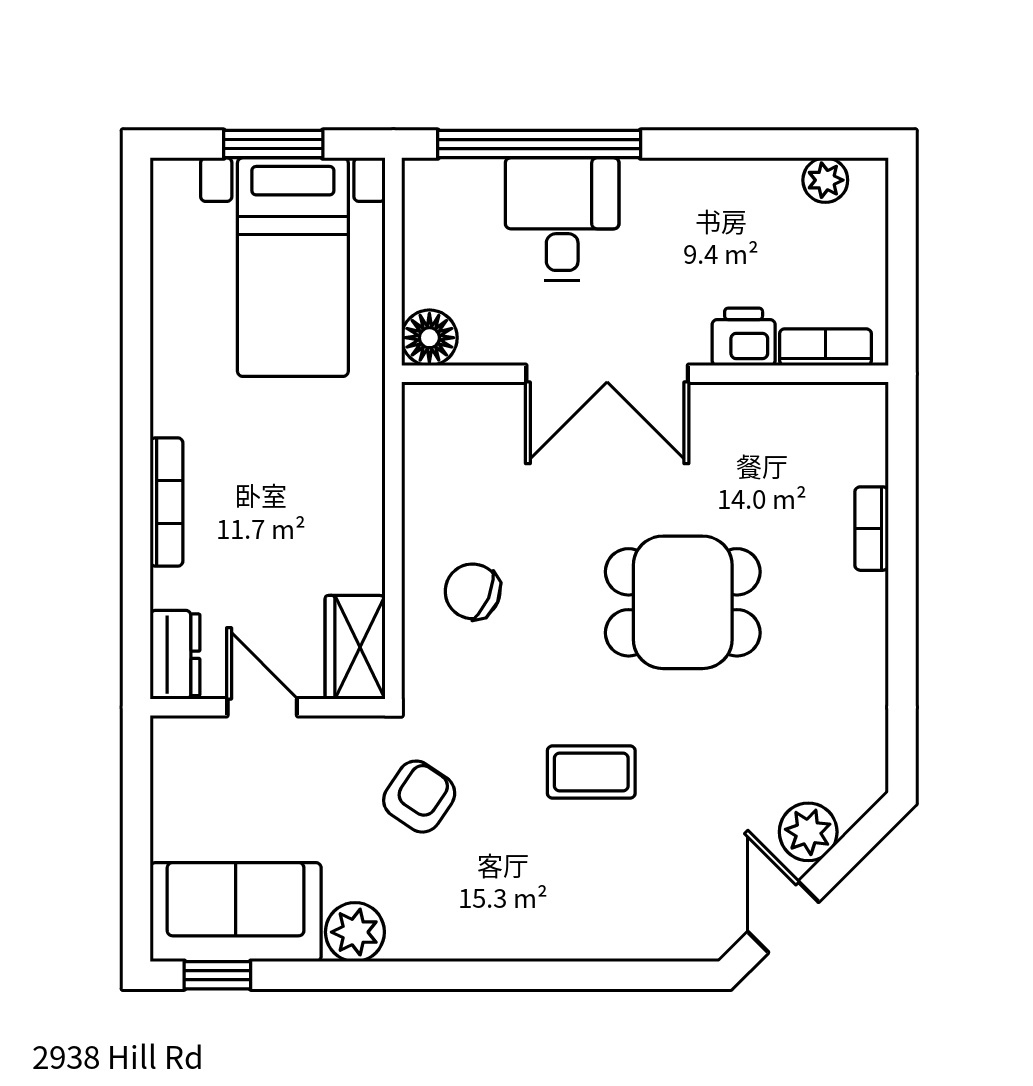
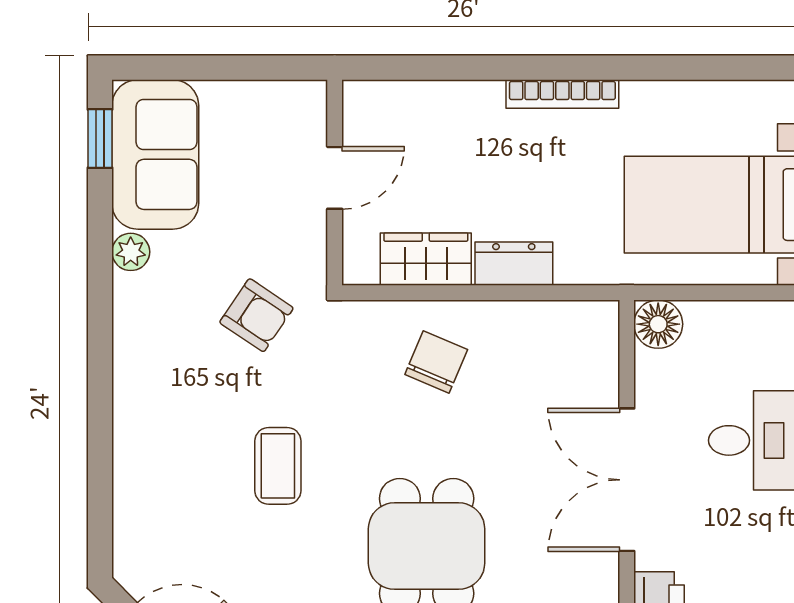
bookcase: (167, 502) -> (562, 94), moved
wardrobe: (355, 647) -> (426, 259), moved
dresser: (175, 655) -> (514, 264), moved, turned 180
plant: (355, 932) -> (131, 252), width x0.73, depth x0.73

